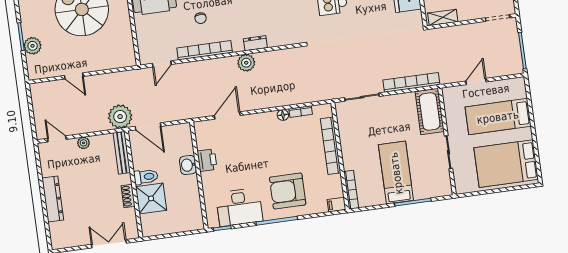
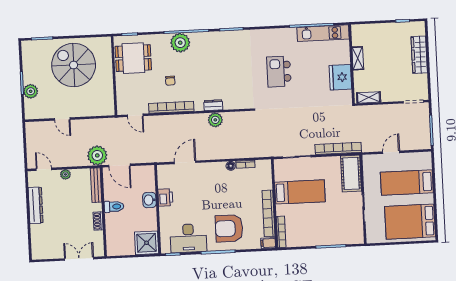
plant: (246, 63) -> (215, 120), moved
door: (162, 64) -> (135, 115), hinge flipped
bookcase: (331, 146) -> (268, 213), moved
bed: (396, 173) -> (300, 192), moved, turned 90
shower: (151, 198) -> (147, 243), moved
dresser: (53, 199) -> (36, 205), moved

